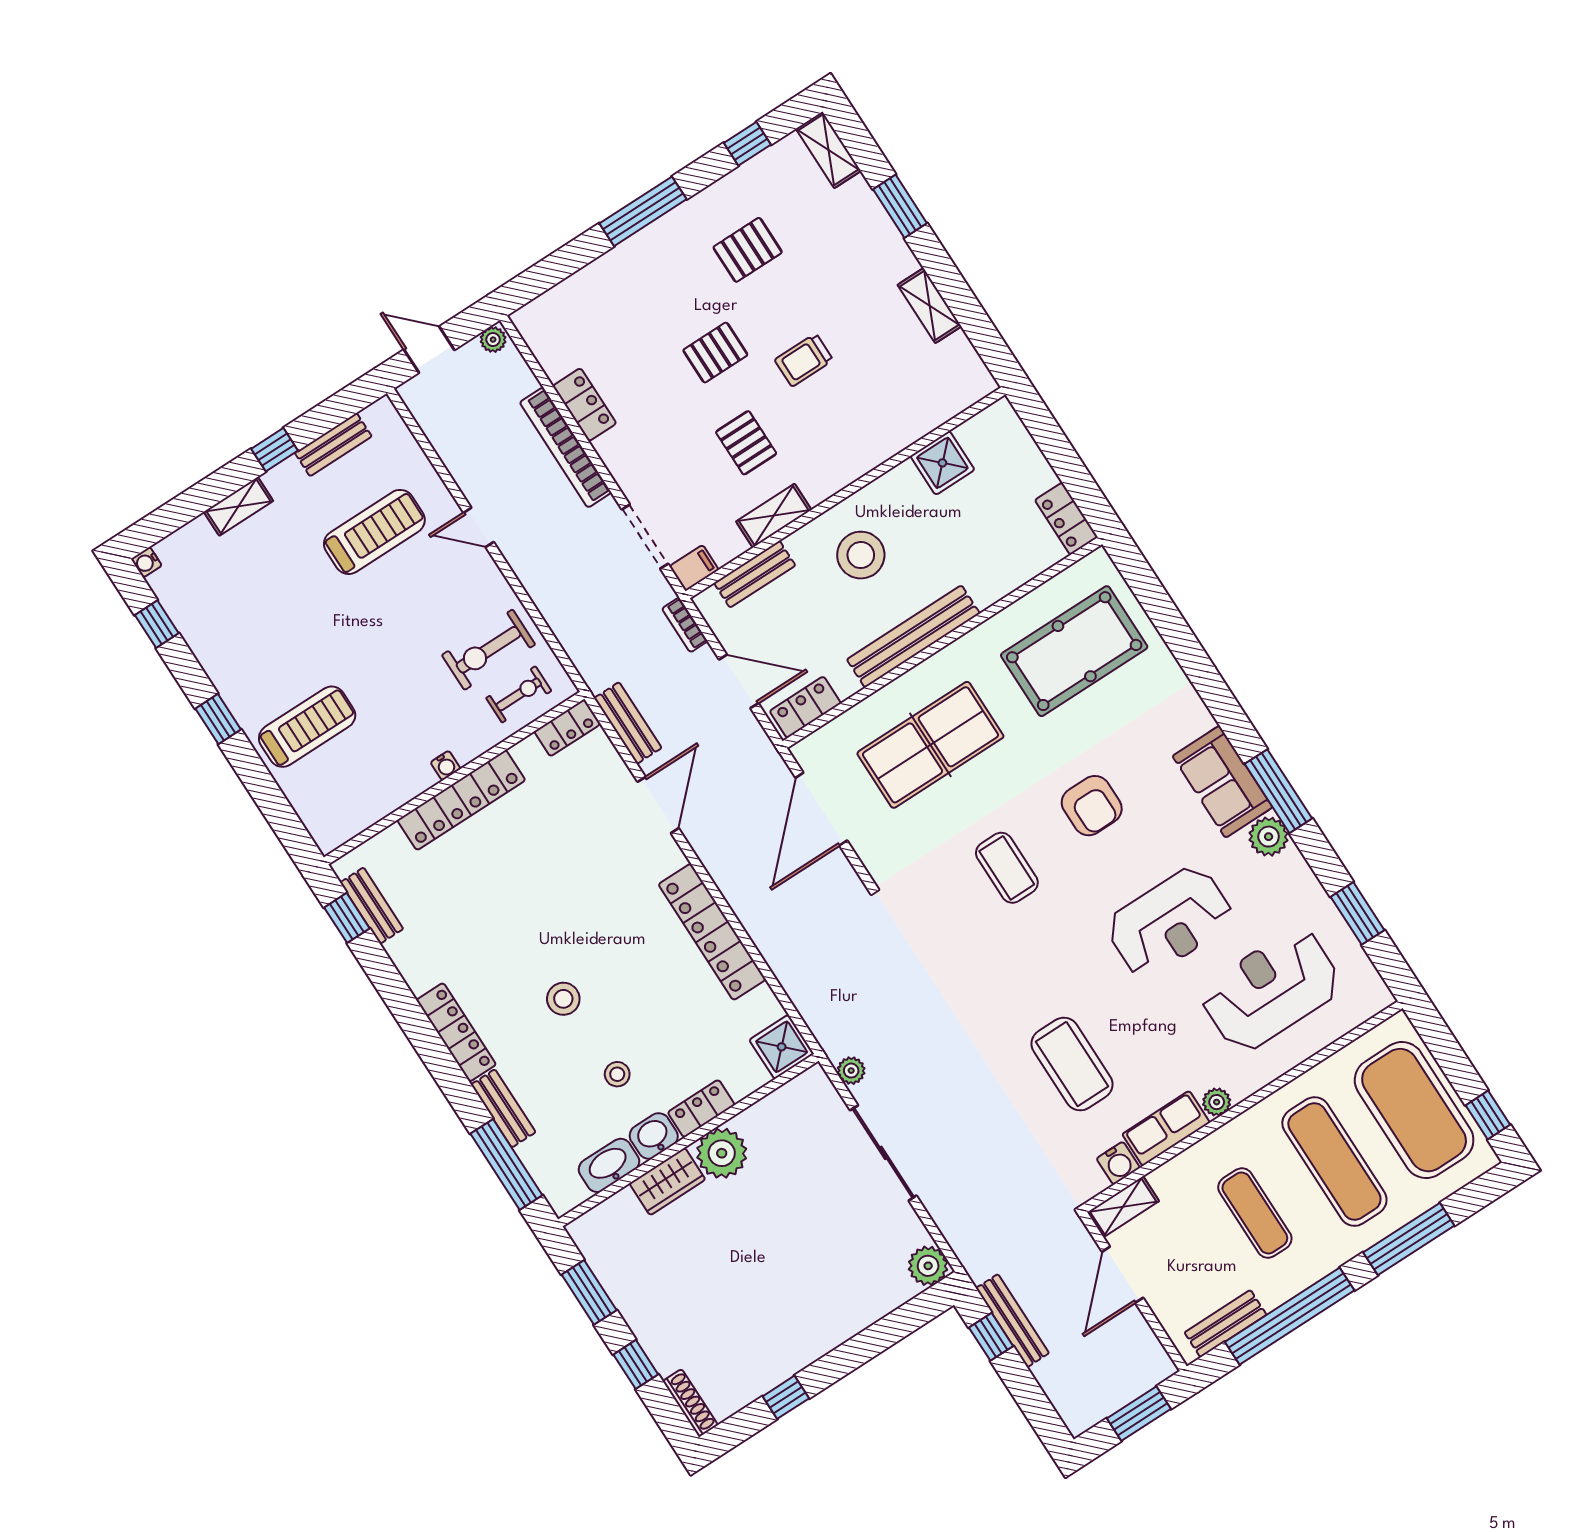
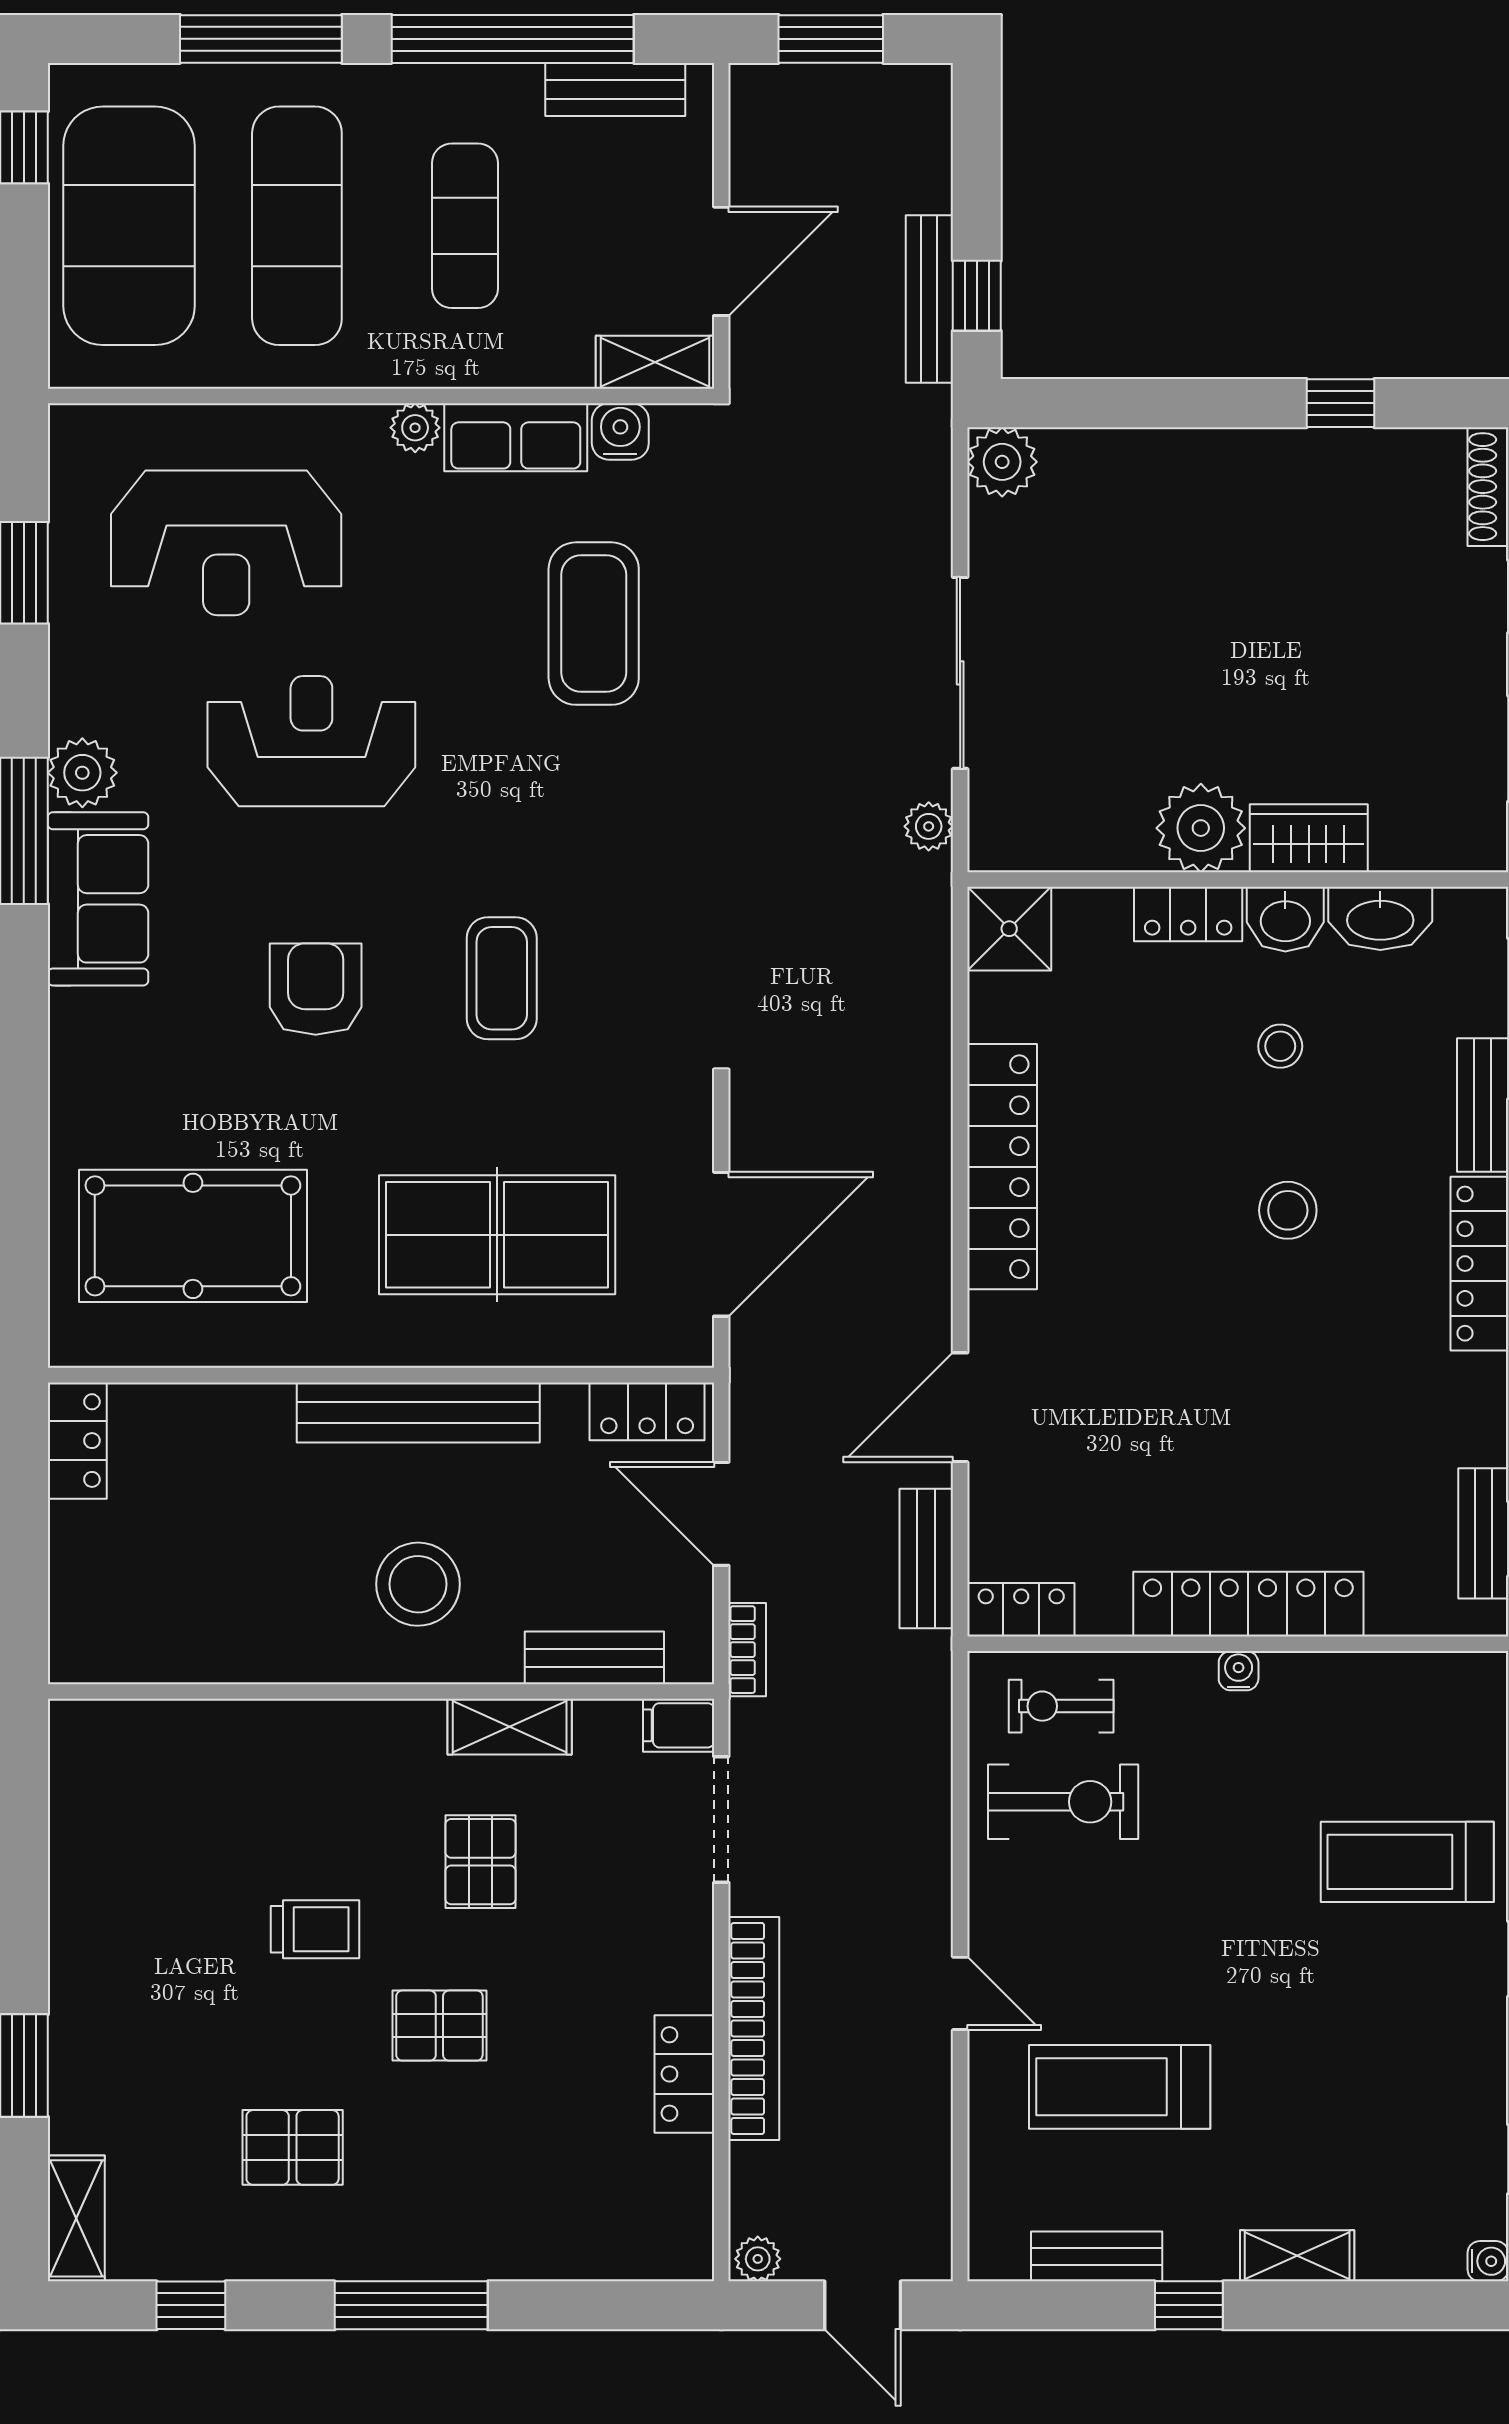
shelving: (929, 306) -> (76, 1889), removed
shower: (942, 463) -> (208, 1643), removed

